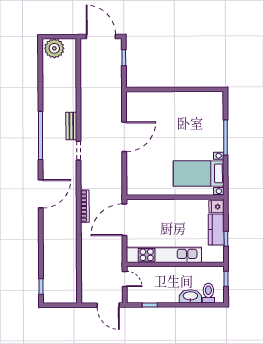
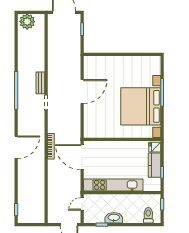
bed with nightstands: (199, 173) -> (141, 106), width x1.85
door: (41, 194) -> (16, 147), moved
door: (124, 220) -> (82, 157), hinge flipped
door: (125, 279) -> (82, 204), swing flipped
washbasin: (190, 296) -> (114, 218), moved

